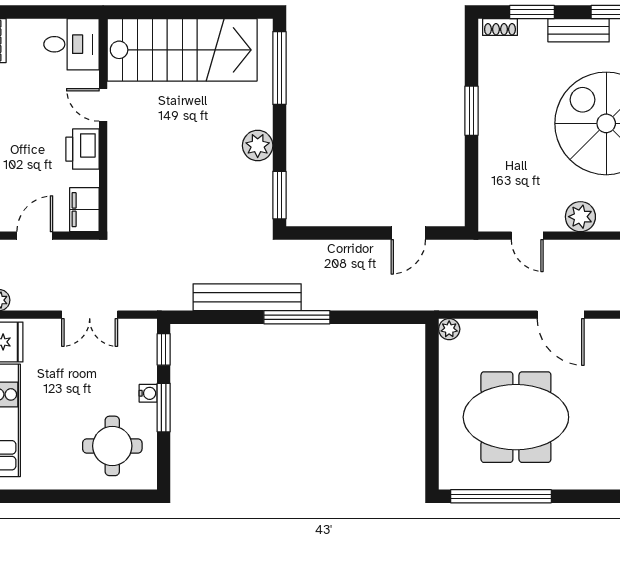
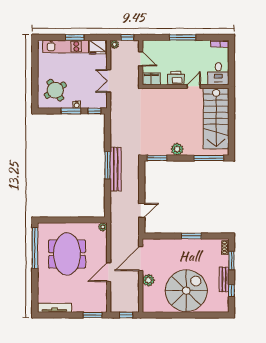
door: (408, 233) -> (142, 210), swing flipped
door: (527, 236) -> (141, 259), width x1.87
bench: (247, 297) -> (116, 169), moved
round table: (112, 446) -> (55, 90), turned -33

